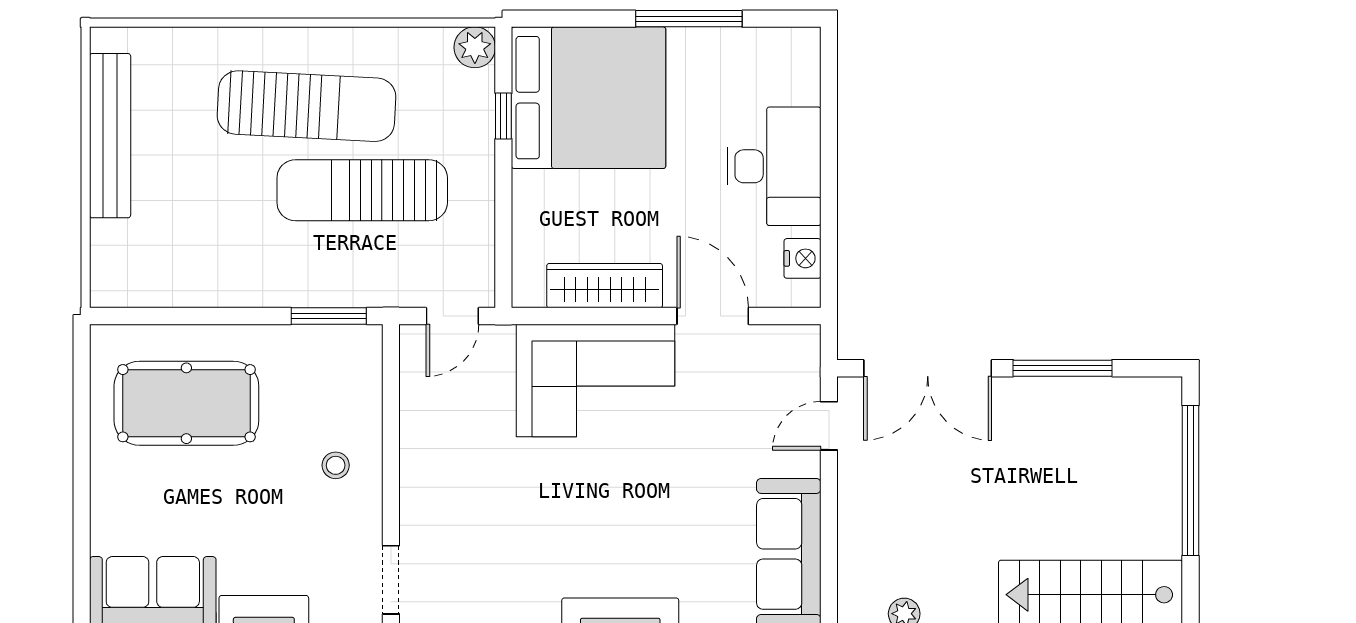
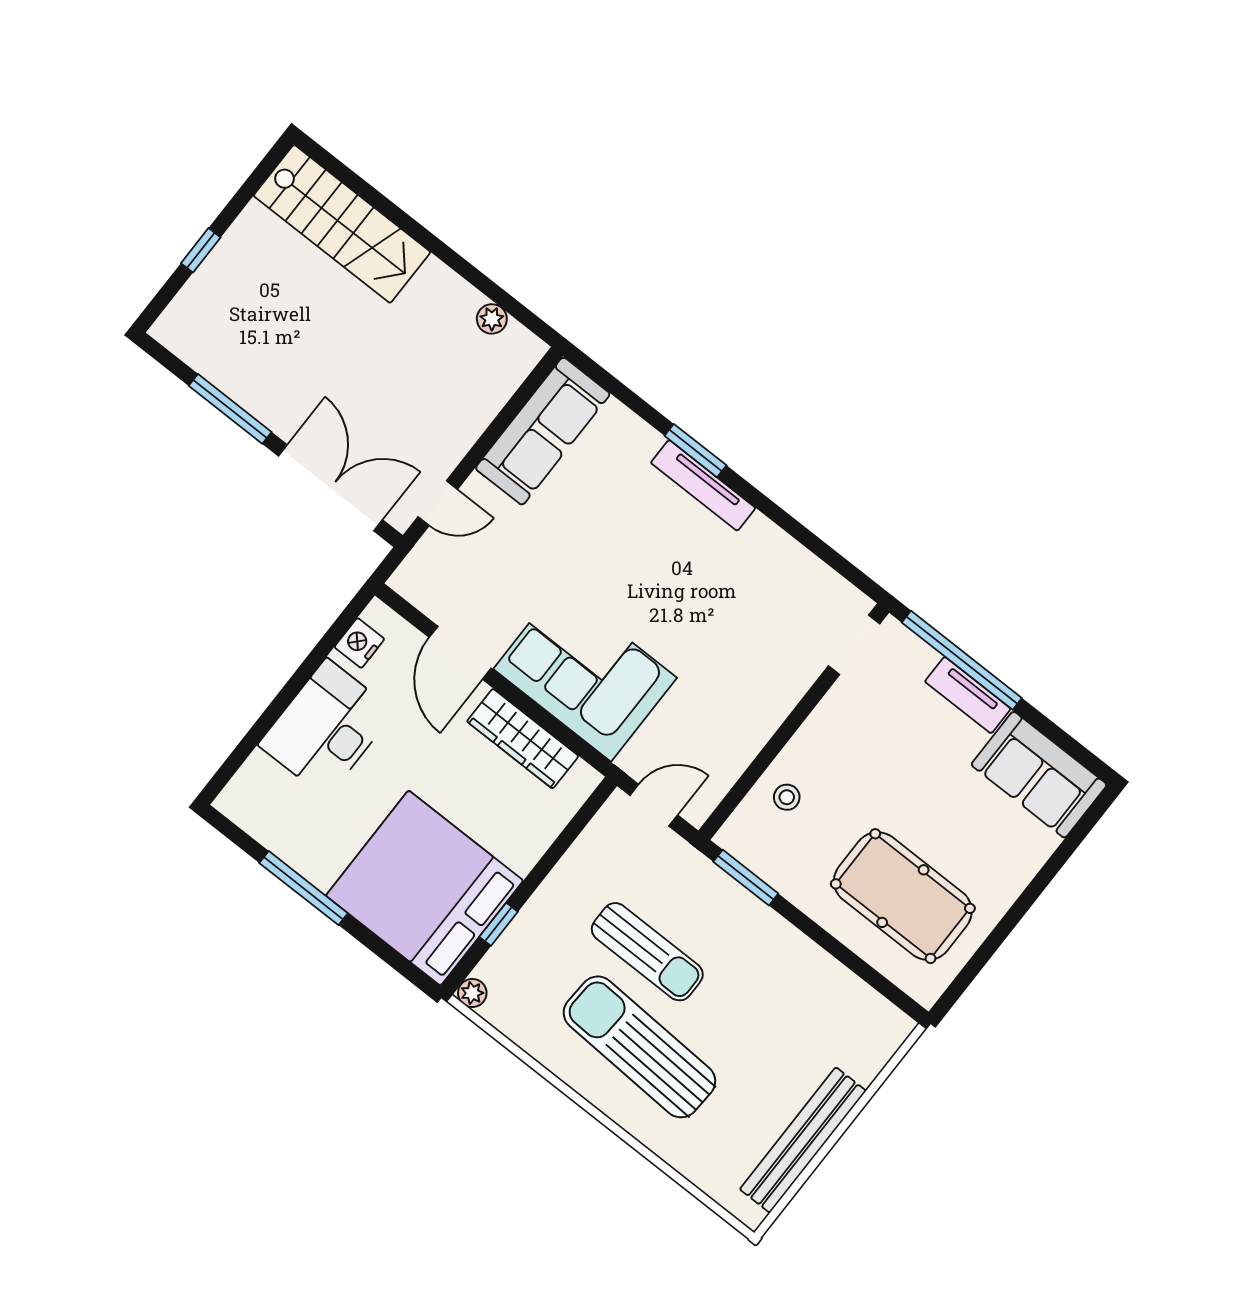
plant: (475, 47) -> (472, 993), width x0.73, depth x0.73
sun lounger: (362, 190) -> (647, 952), width x0.73, depth x0.75
stool: (336, 465) -> (787, 797), moved
window: (1191, 481) -> (201, 250), width x0.32

